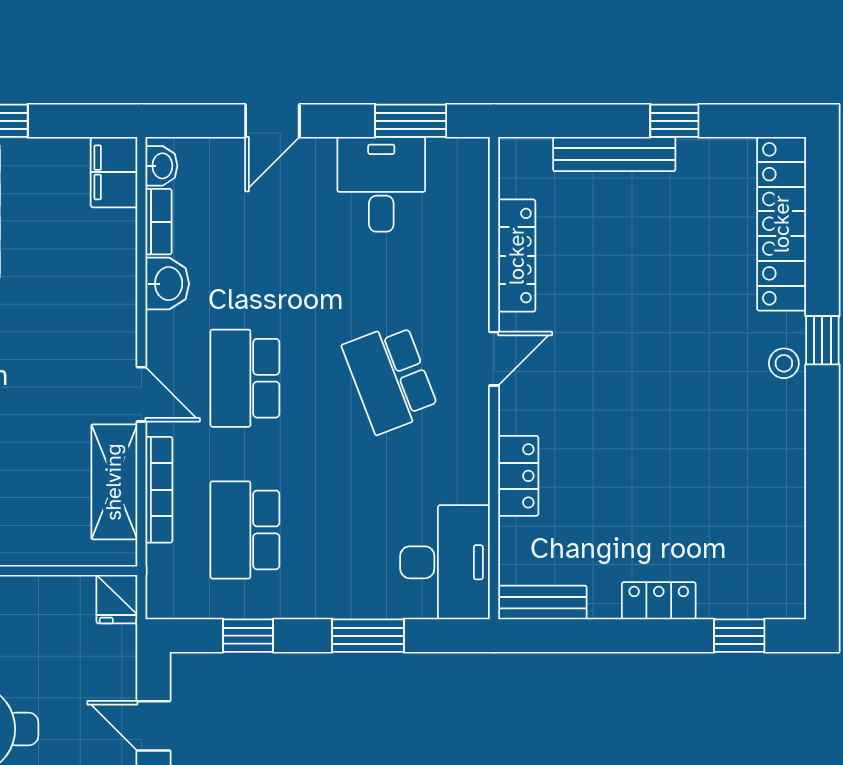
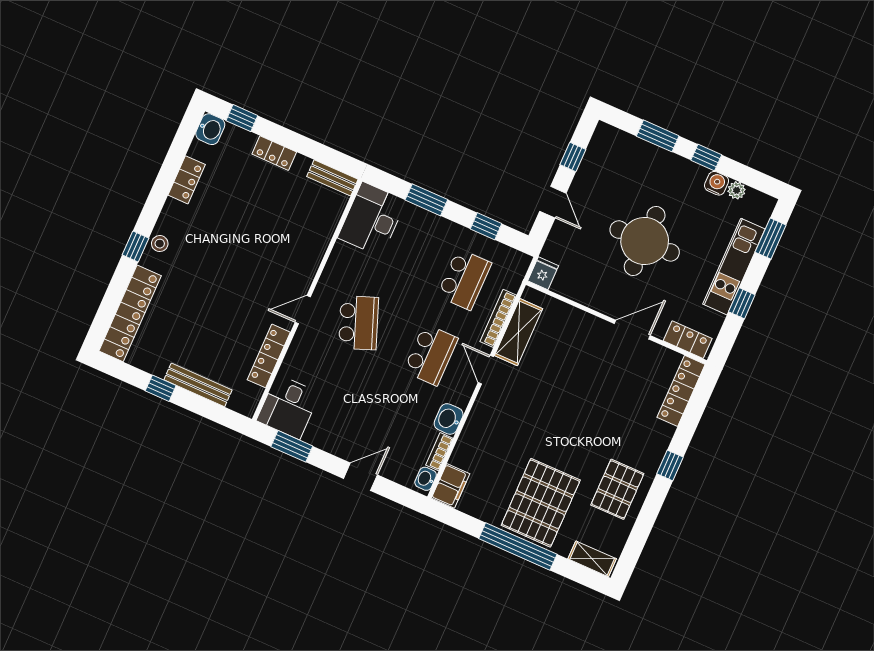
desk: (381, 184) -> (288, 407), moved
locker: (518, 476) -> (187, 180), moved, turned 180
washbasin: (784, 593) -> (210, 129), added

